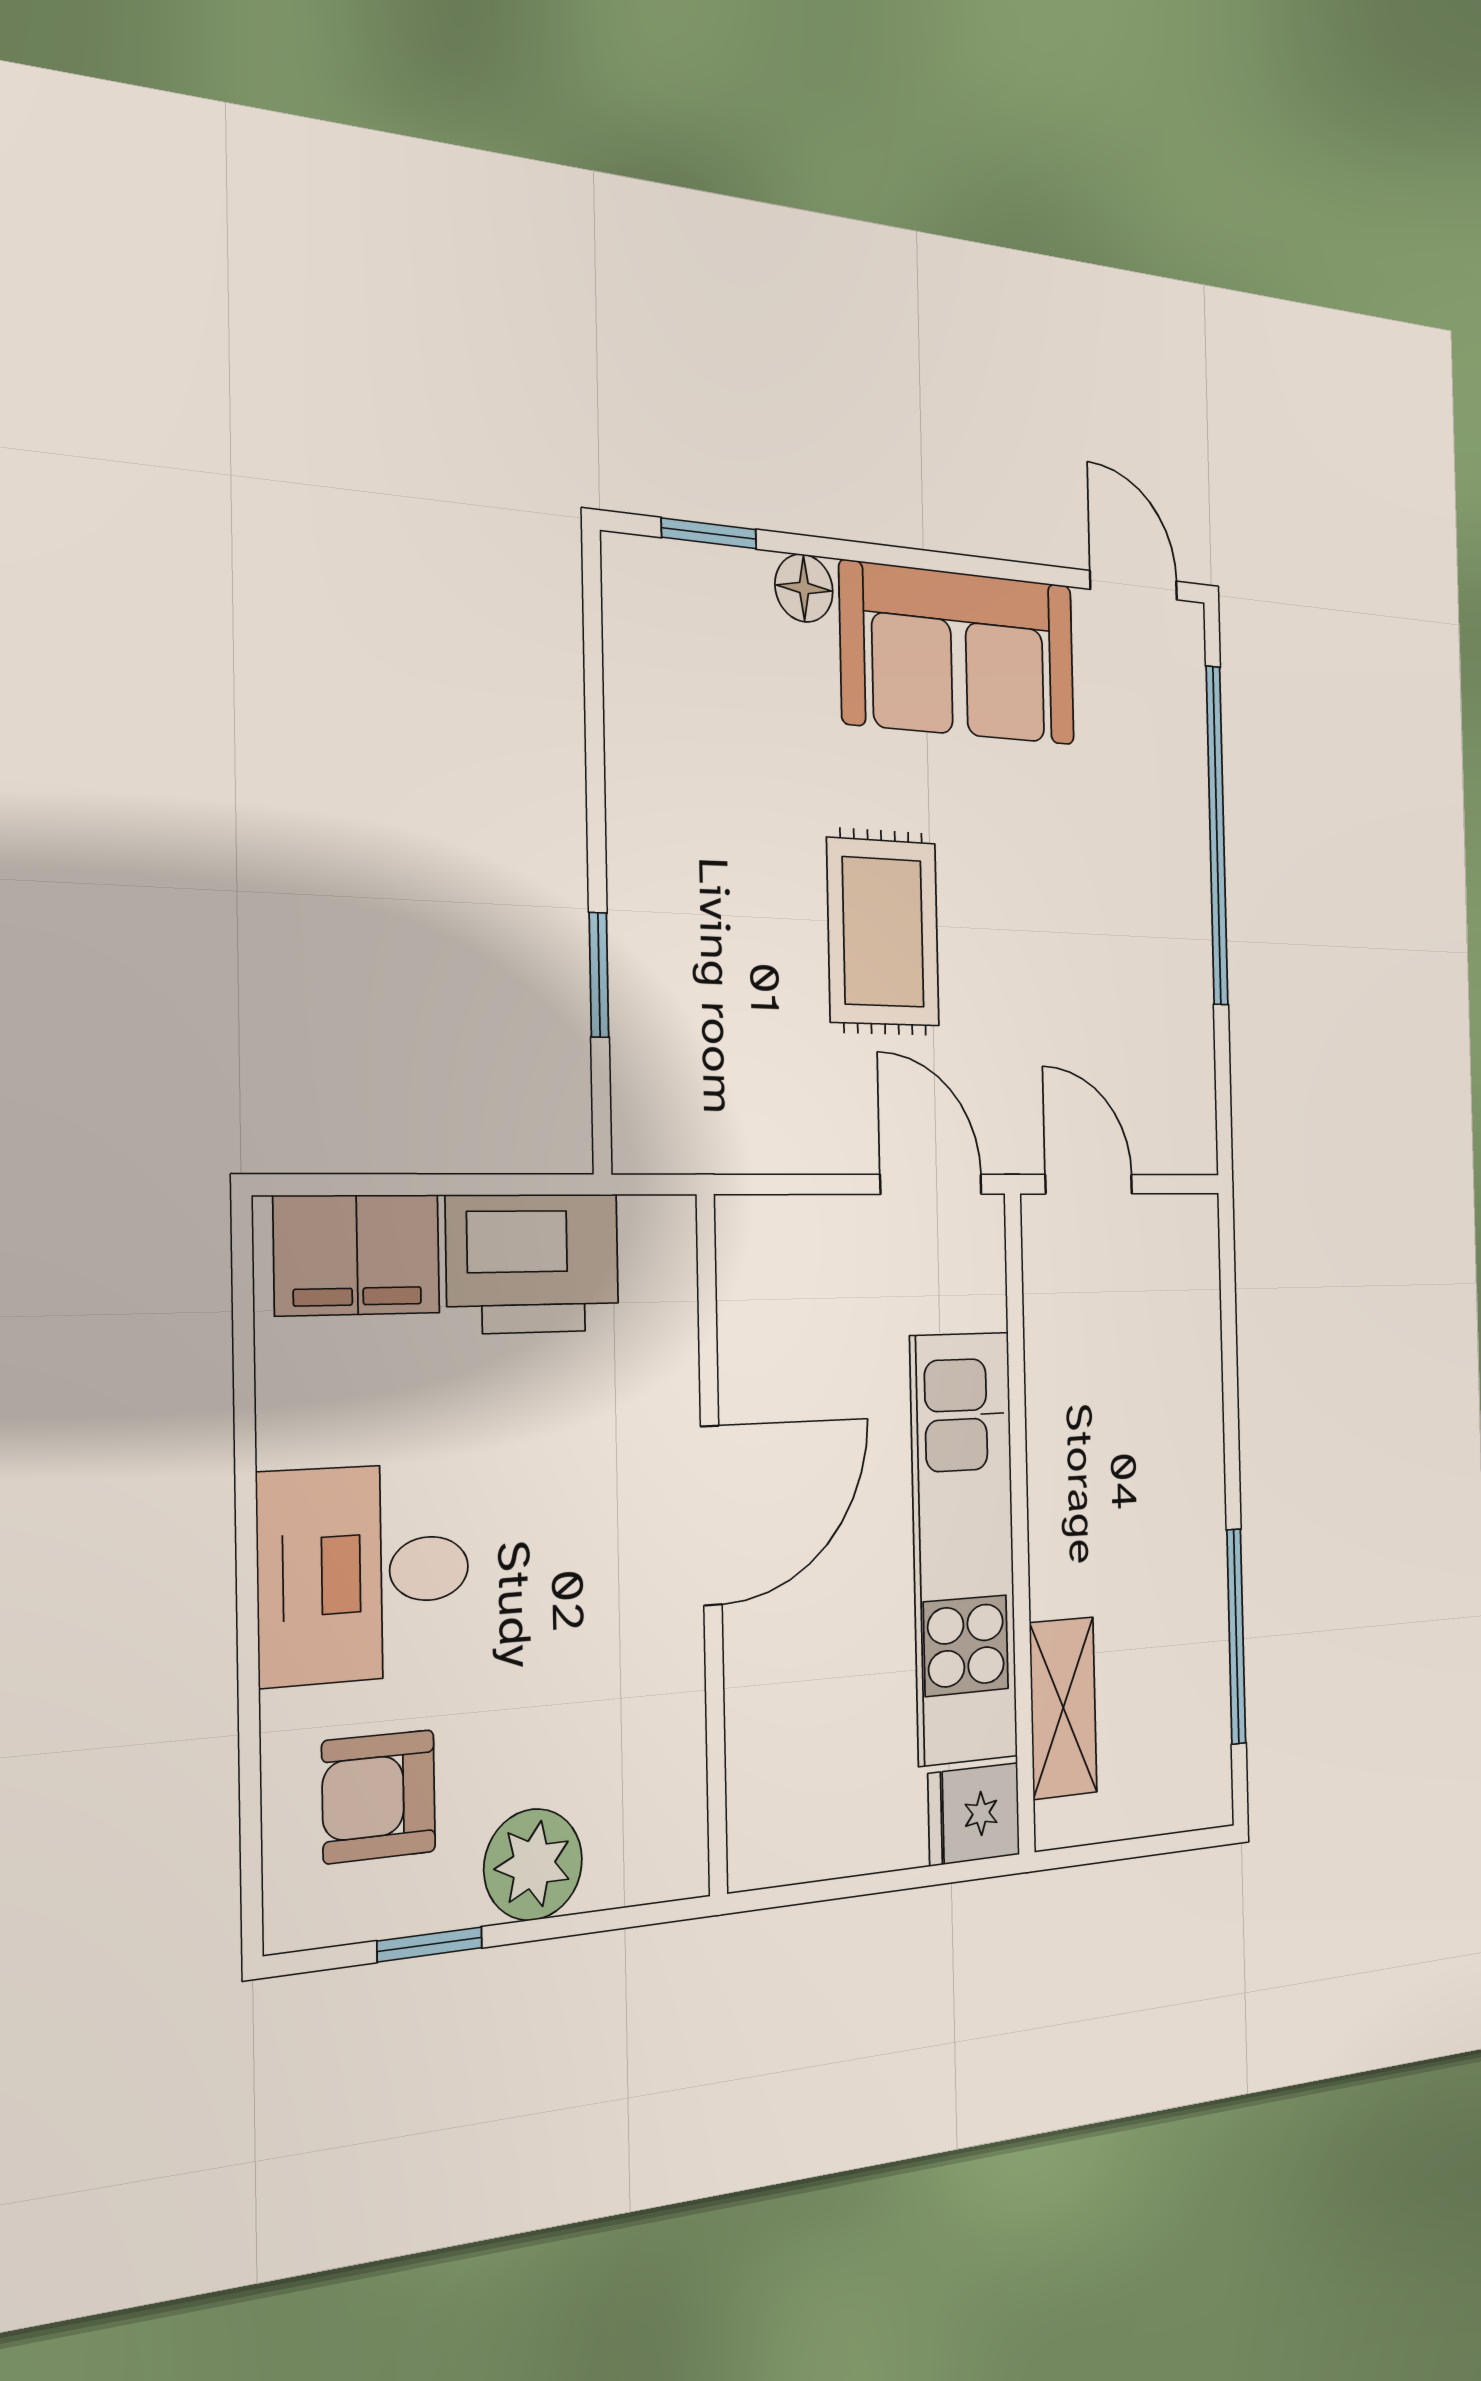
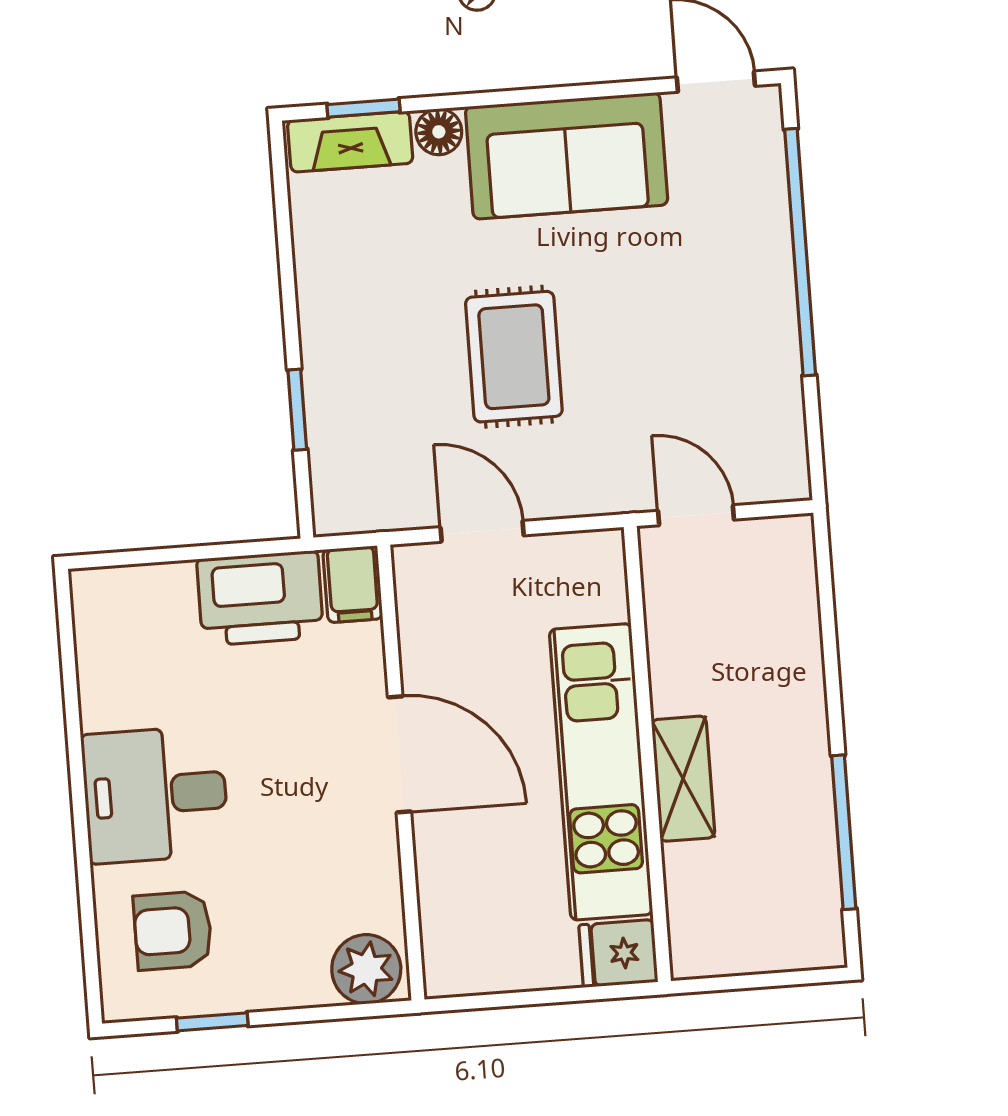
fireplace: (689, 580) -> (350, 142), added
door: (931, 1184) -> (482, 531), moved
filing cabinet: (357, 1255) -> (353, 584), moved, width x0.50
door: (711, 1515) -> (399, 754), hinge flipped
shelving: (1063, 1708) -> (683, 779), moved
plant: (533, 1865) -> (366, 969), moved

